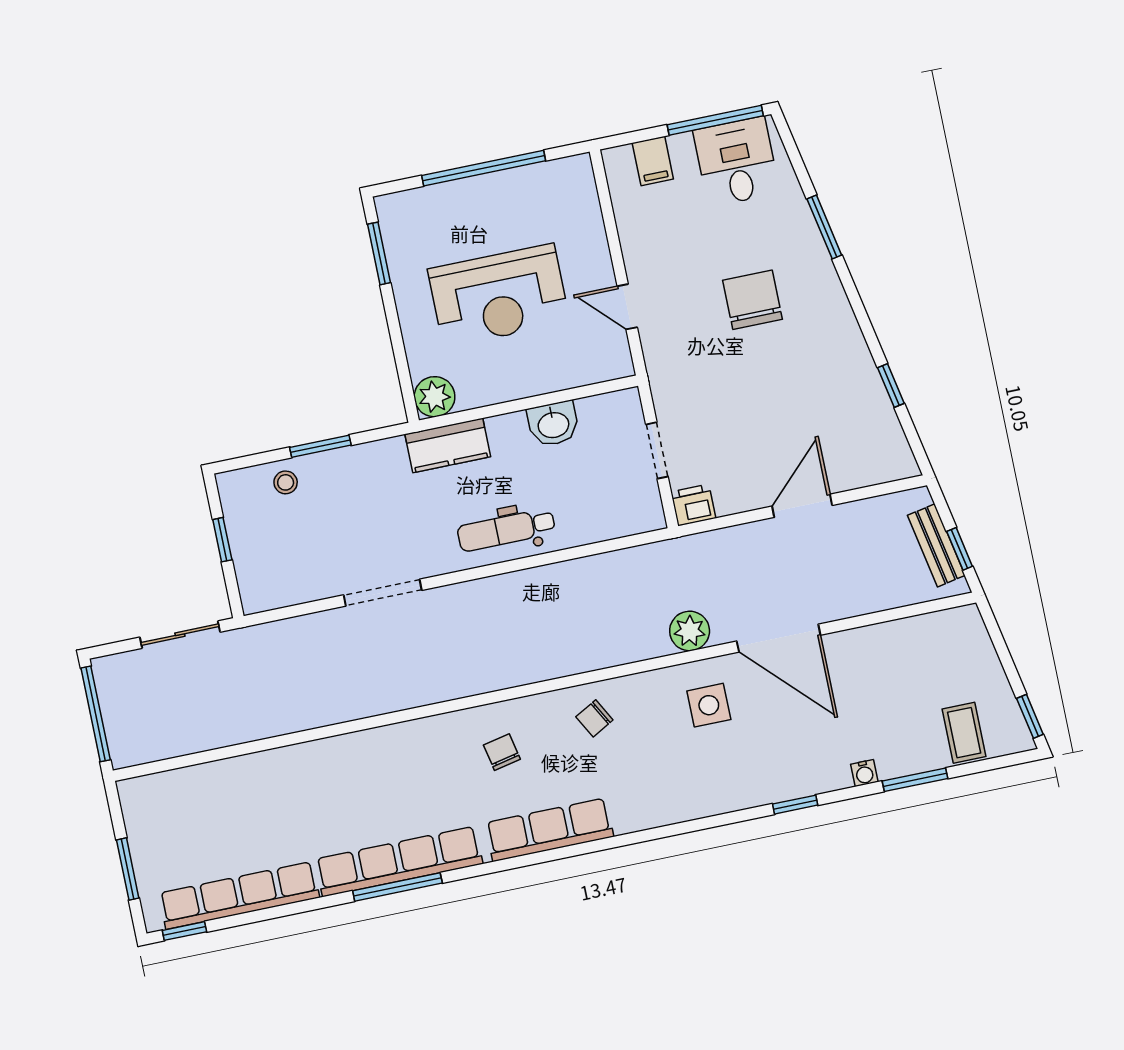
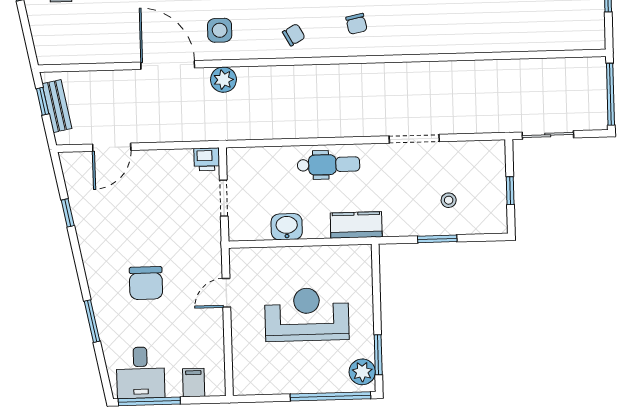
window: (484, 168) -> (331, 396), moved
door: (627, 307) -> (226, 293), swing flipped
plant: (435, 397) -> (362, 372), moved
stool: (286, 482) -> (449, 200), moved
door: (802, 506) -> (112, 147), moved

